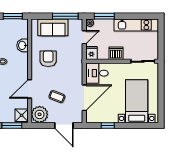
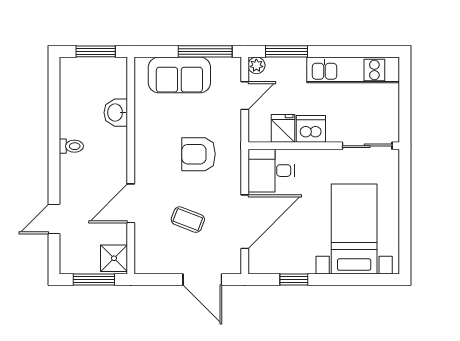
fridge: (91, 53) -> (283, 128), moved
armchair: (48, 59) -> (199, 154), moved, turned -90
plant: (40, 114) -> (152, 257), removed

